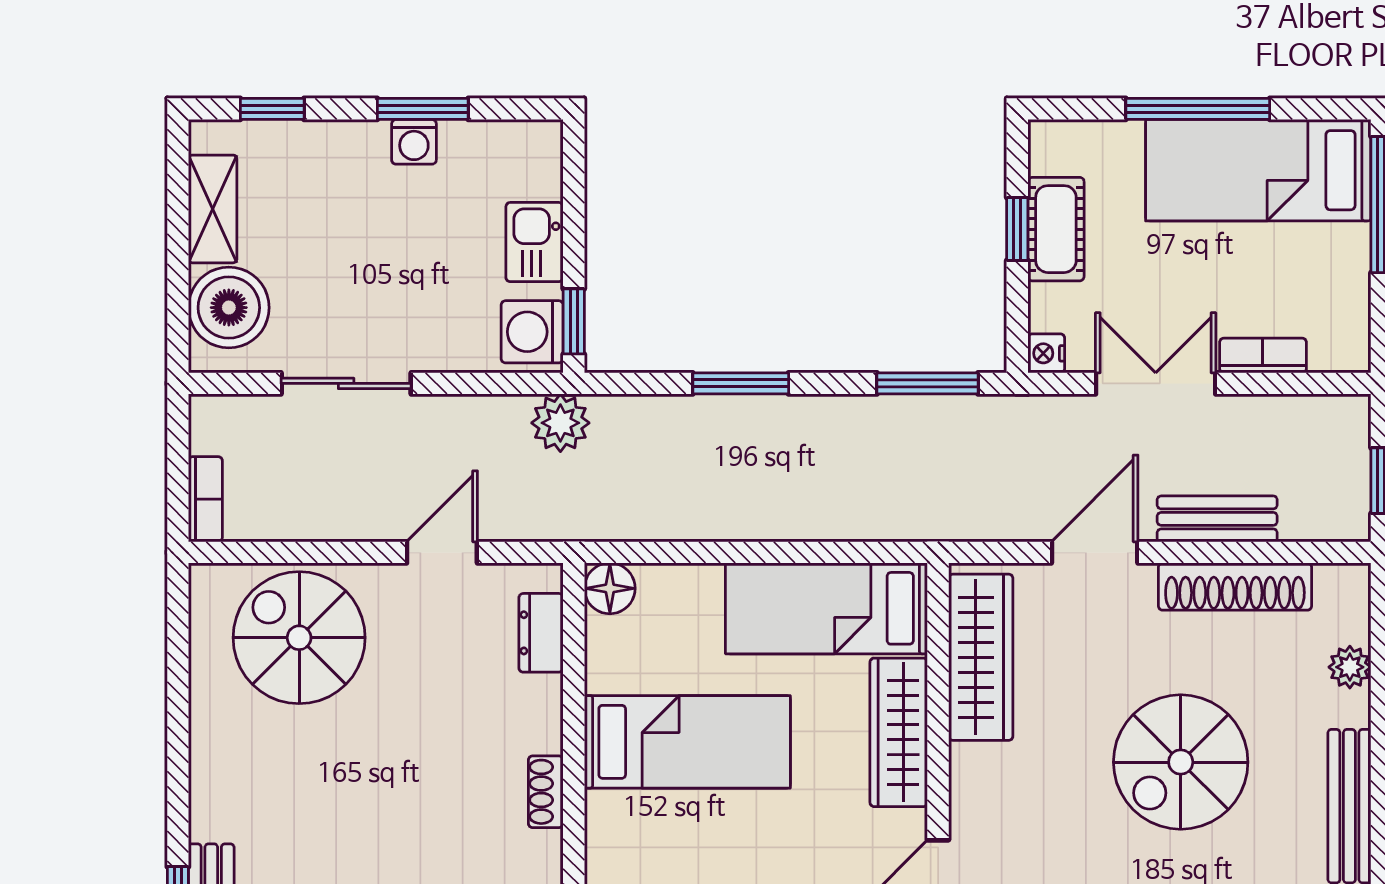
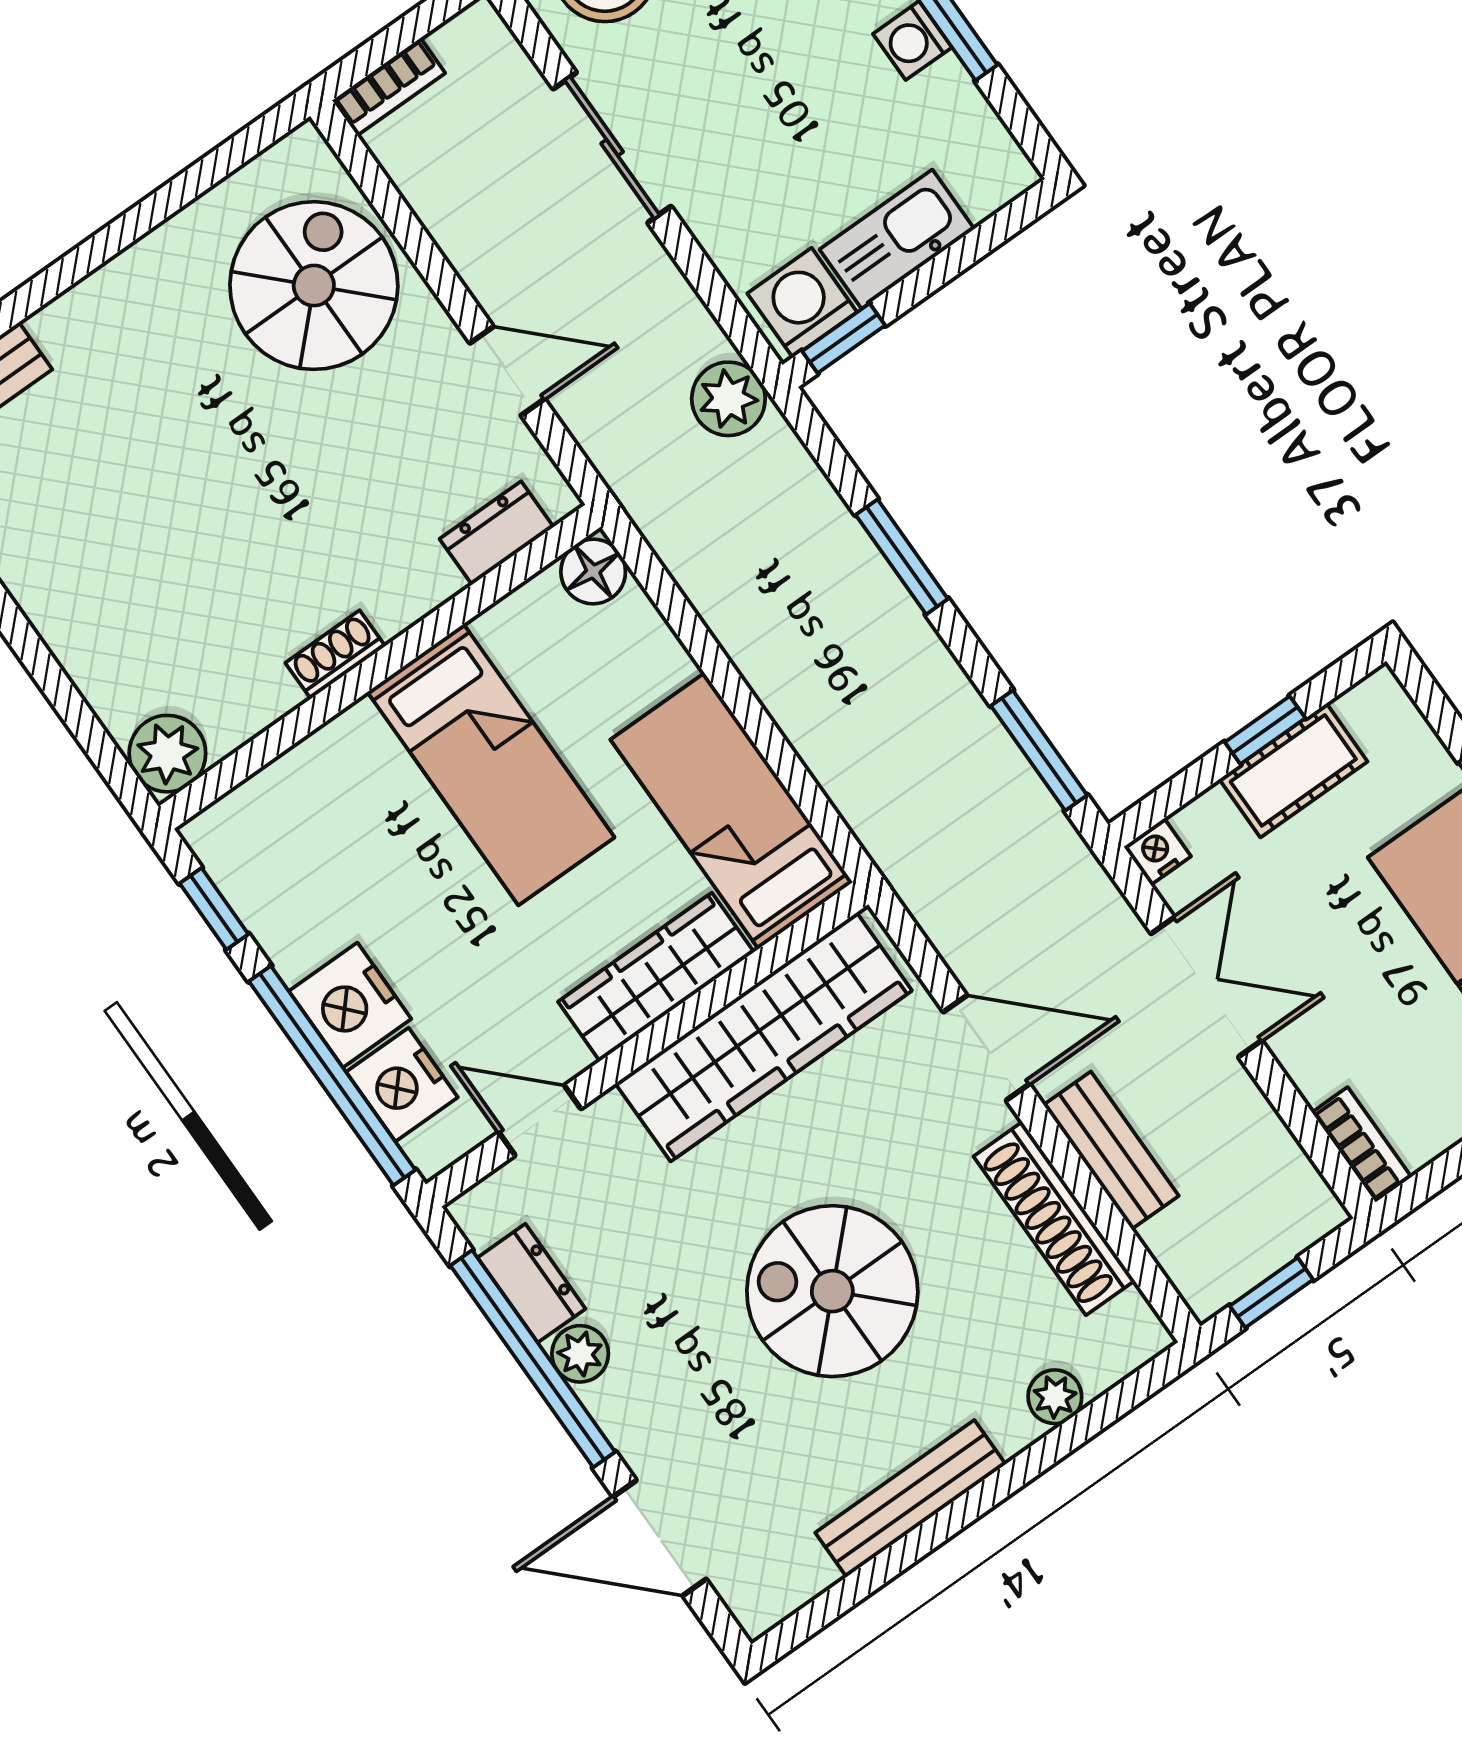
kitchen sink: (535, 242) -> (897, 239), width x1.38
bookcase: (1263, 355) -> (1362, 1145), moved
wardrobe: (981, 657) -> (764, 1037), width x1.40, depth x1.17

